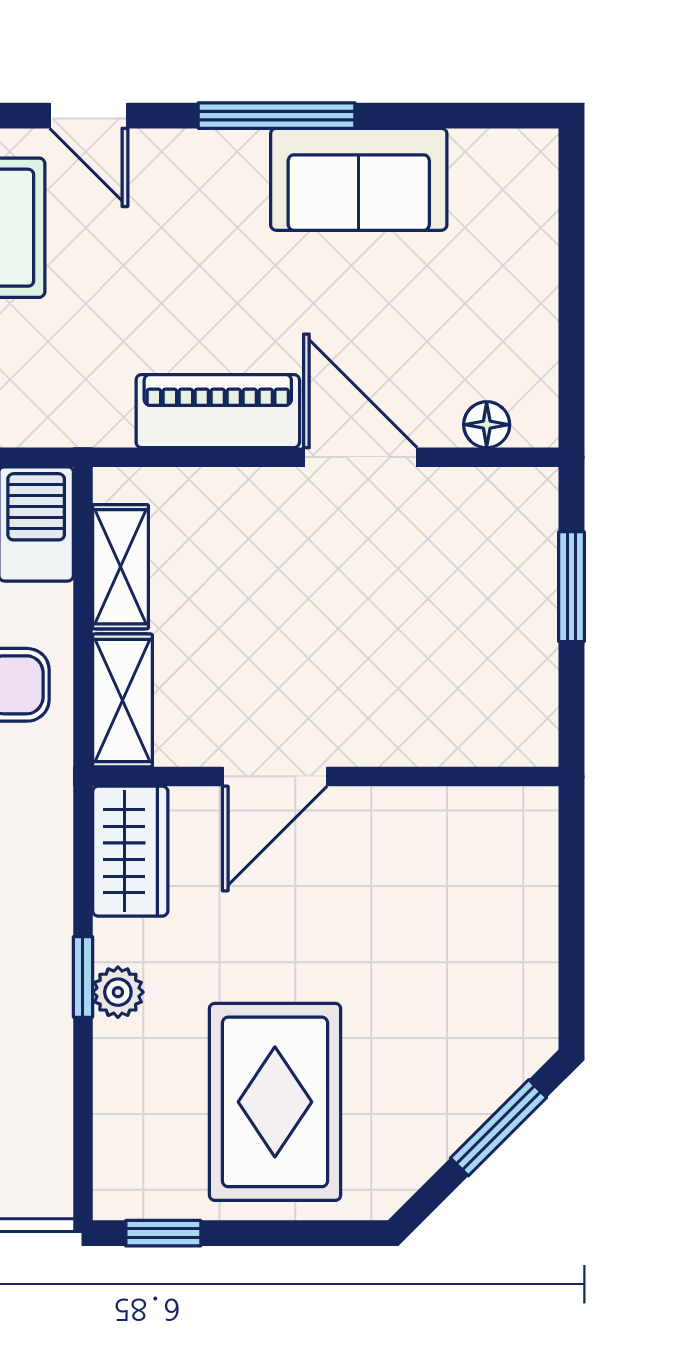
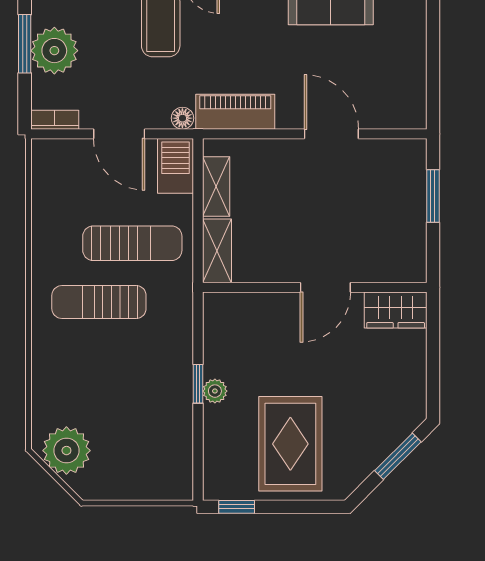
piano: (218, 411) -> (235, 112), moved
floor lamp: (487, 425) -> (182, 118), moved
door: (275, 777) -> (325, 287), moved
wardrobe: (130, 851) -> (396, 310), moved, turned 90

